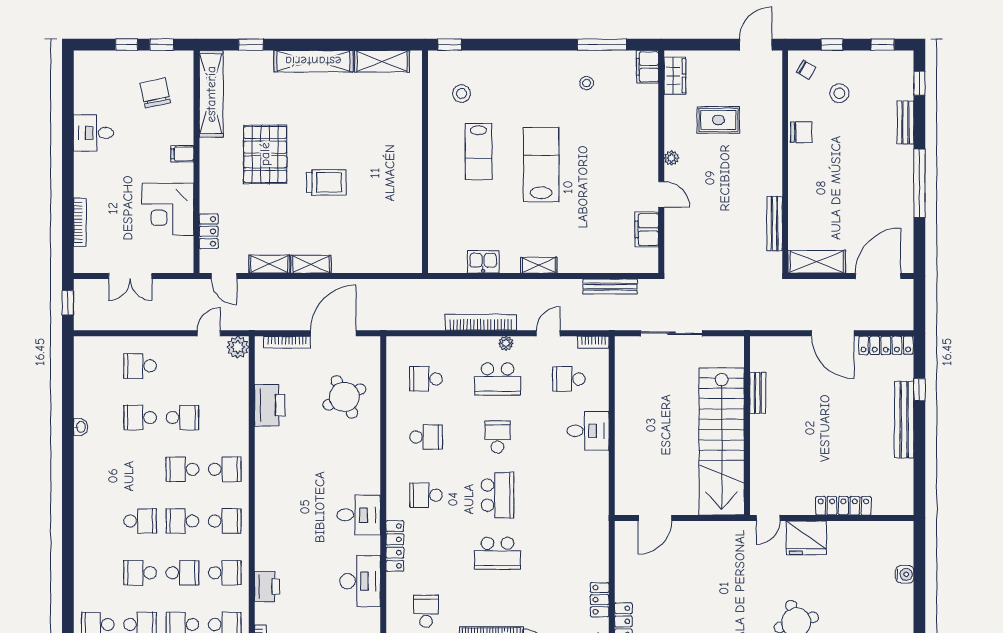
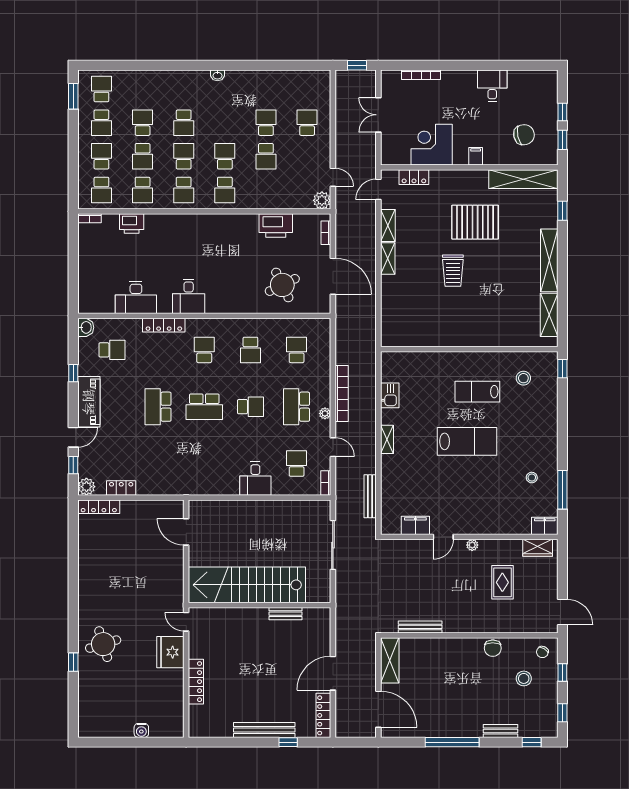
bookcase: (287, 342) -> (326, 233), width x0.64
washbasin: (81, 427) -> (217, 75), moved

